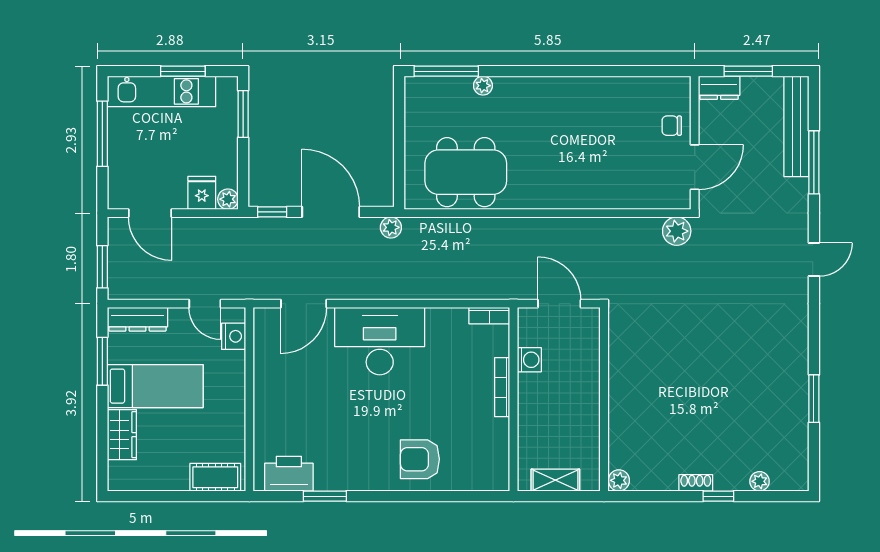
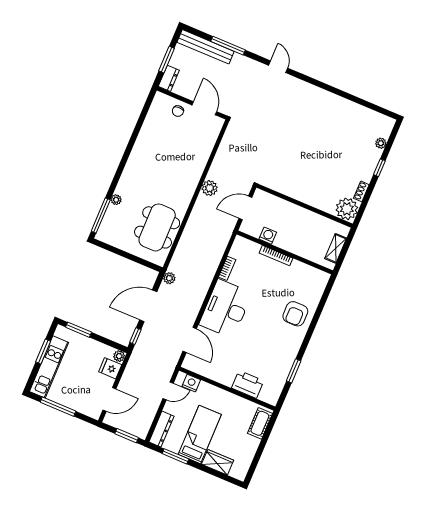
plant: (677, 231) -> (210, 188), moved
bookcase: (489, 316) -> (227, 268), moved
window: (814, 399) -> (350, 97), removed
printer: (289, 474) -> (248, 384), moved, turned 90
plant: (619, 480) -> (347, 209), width x1.87, depth x1.87
shoe rack: (696, 483) -> (361, 191), moved

